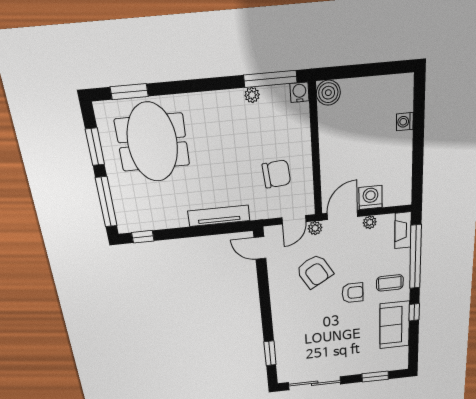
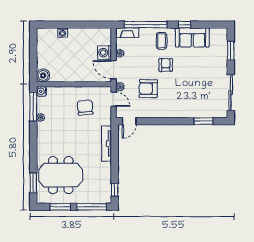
armchair: (315, 271) -> (148, 89), turned -148

